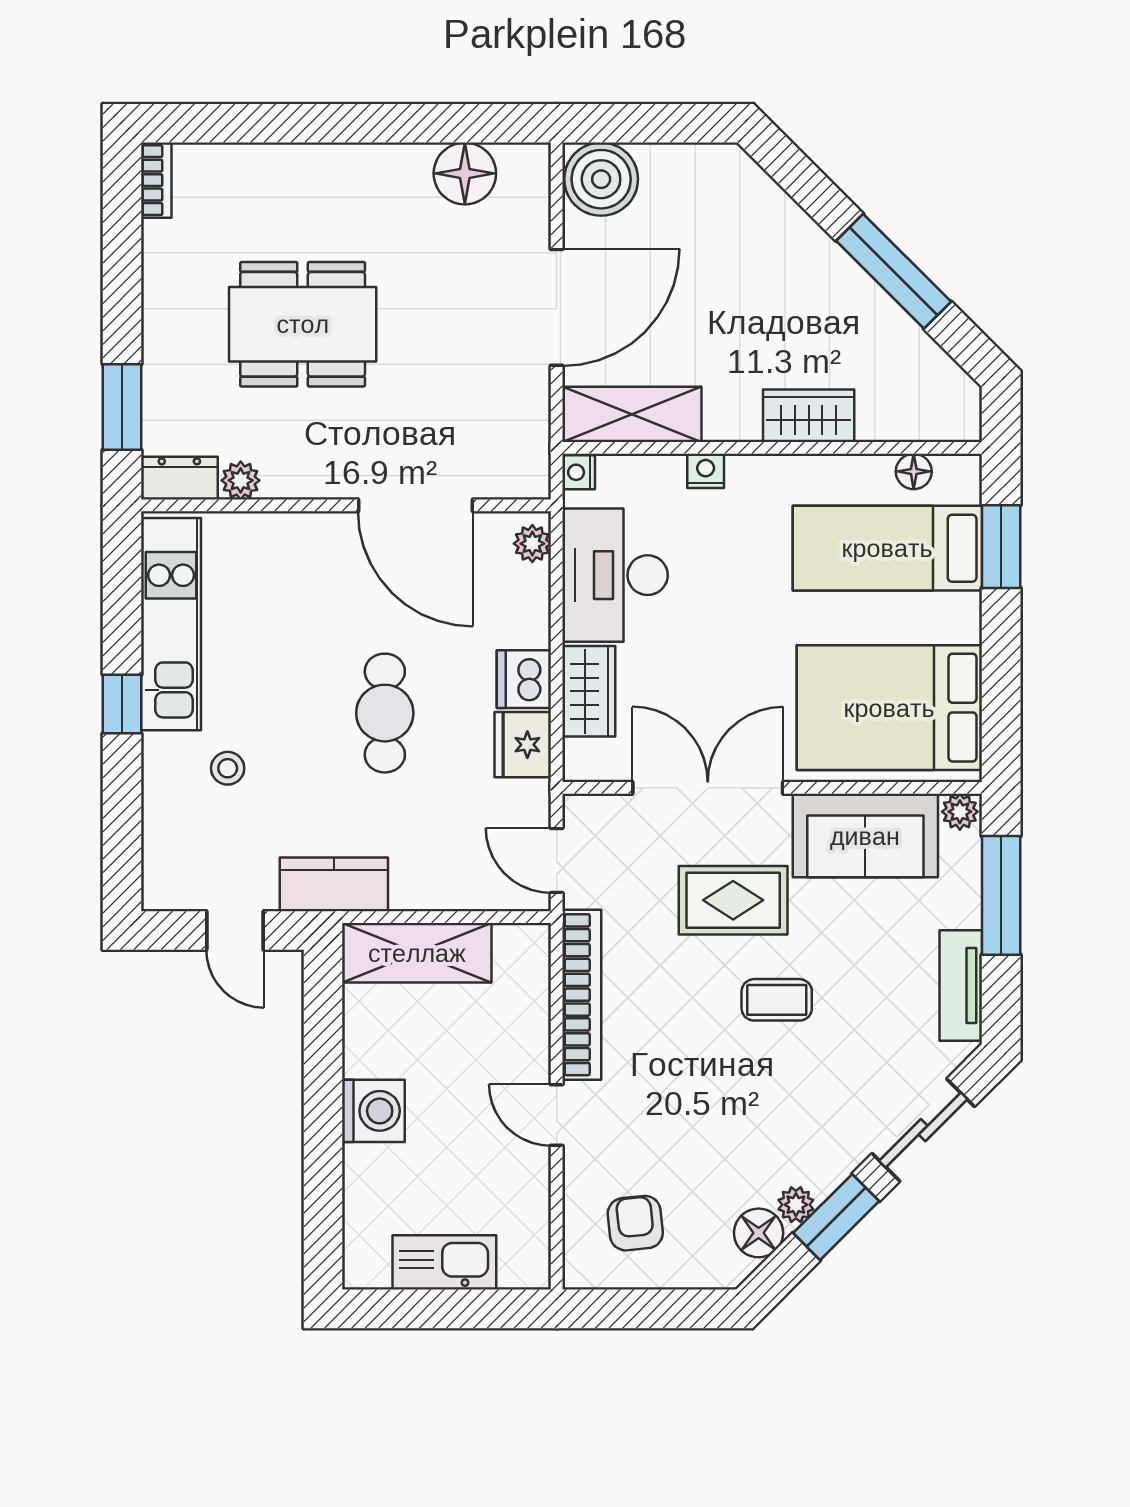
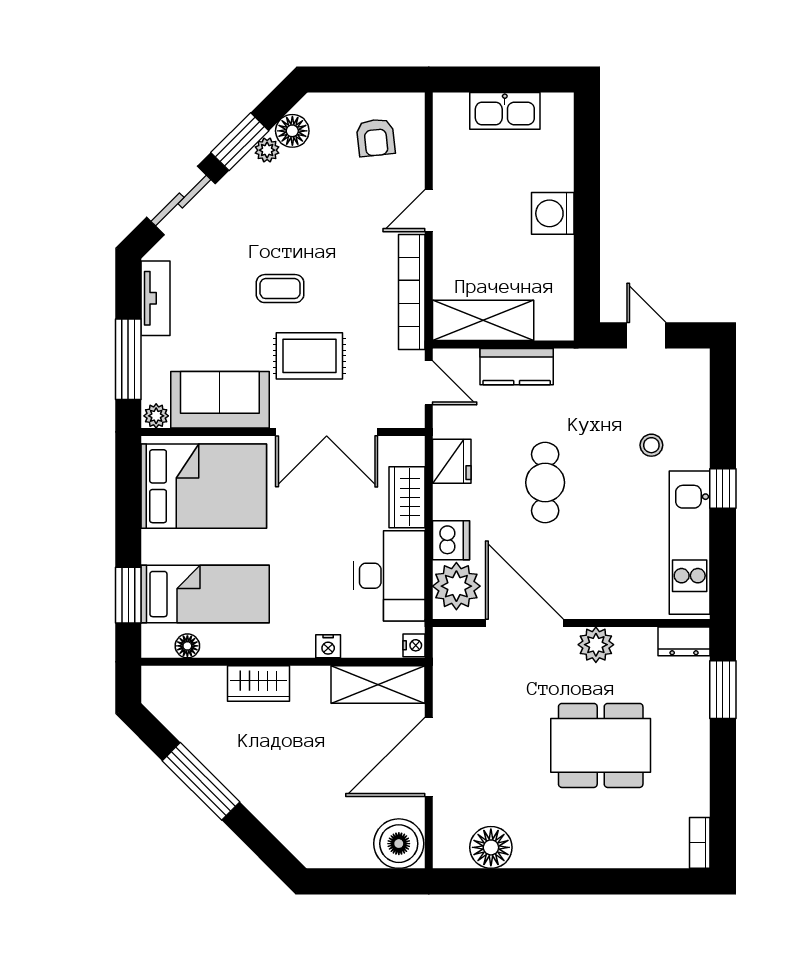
plant: (241, 480) -> (596, 645), moved, width x1.38, depth x1.38
plant: (532, 544) -> (456, 586), width x1.87, depth x1.87
dishwasher: (524, 679) -> (451, 540), moved
kitchen counter: (334, 884) -> (517, 367), moved
shelving: (417, 953) -> (483, 320), moved
door: (557, 1115) -> (429, 211), swing flipped

